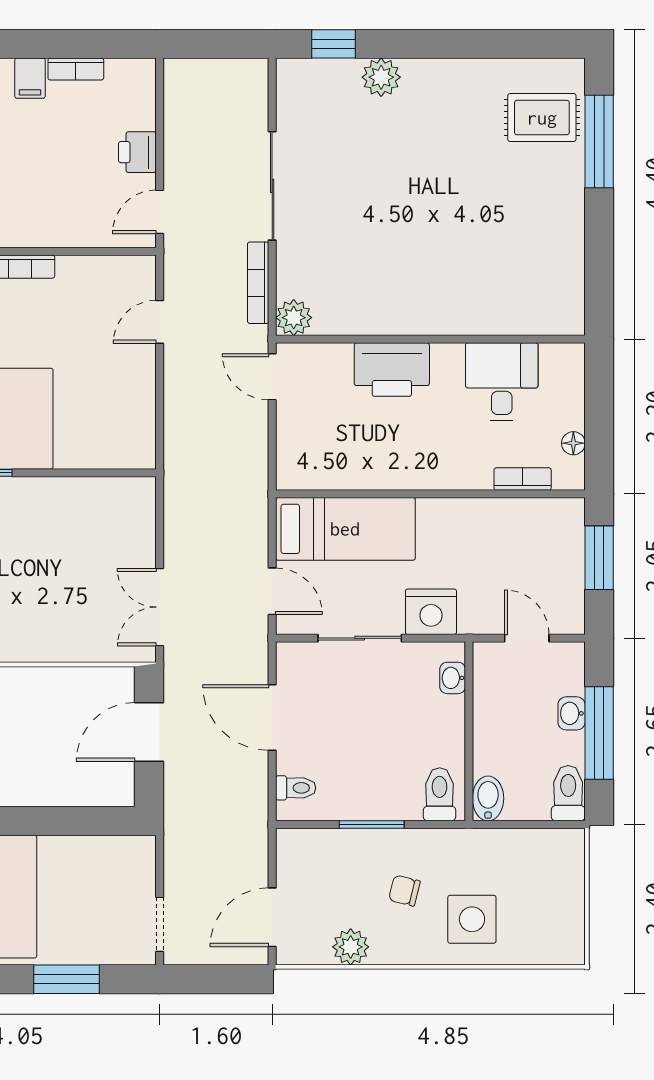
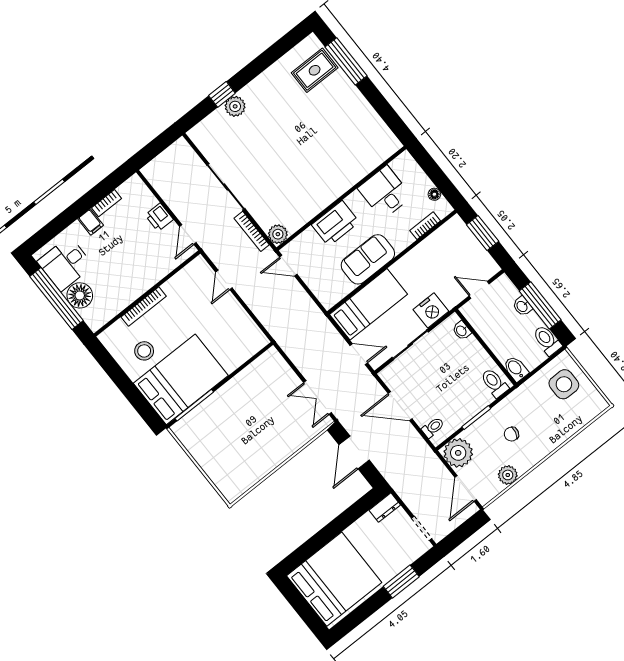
window: (333, 44) -> (222, 94), moved
sofa: (398, 461) -> (368, 259), added
dresser: (129, 850) -> (385, 508), added
plant: (303, 856) -> (458, 453), added
side table: (472, 919) -> (564, 384), moved

